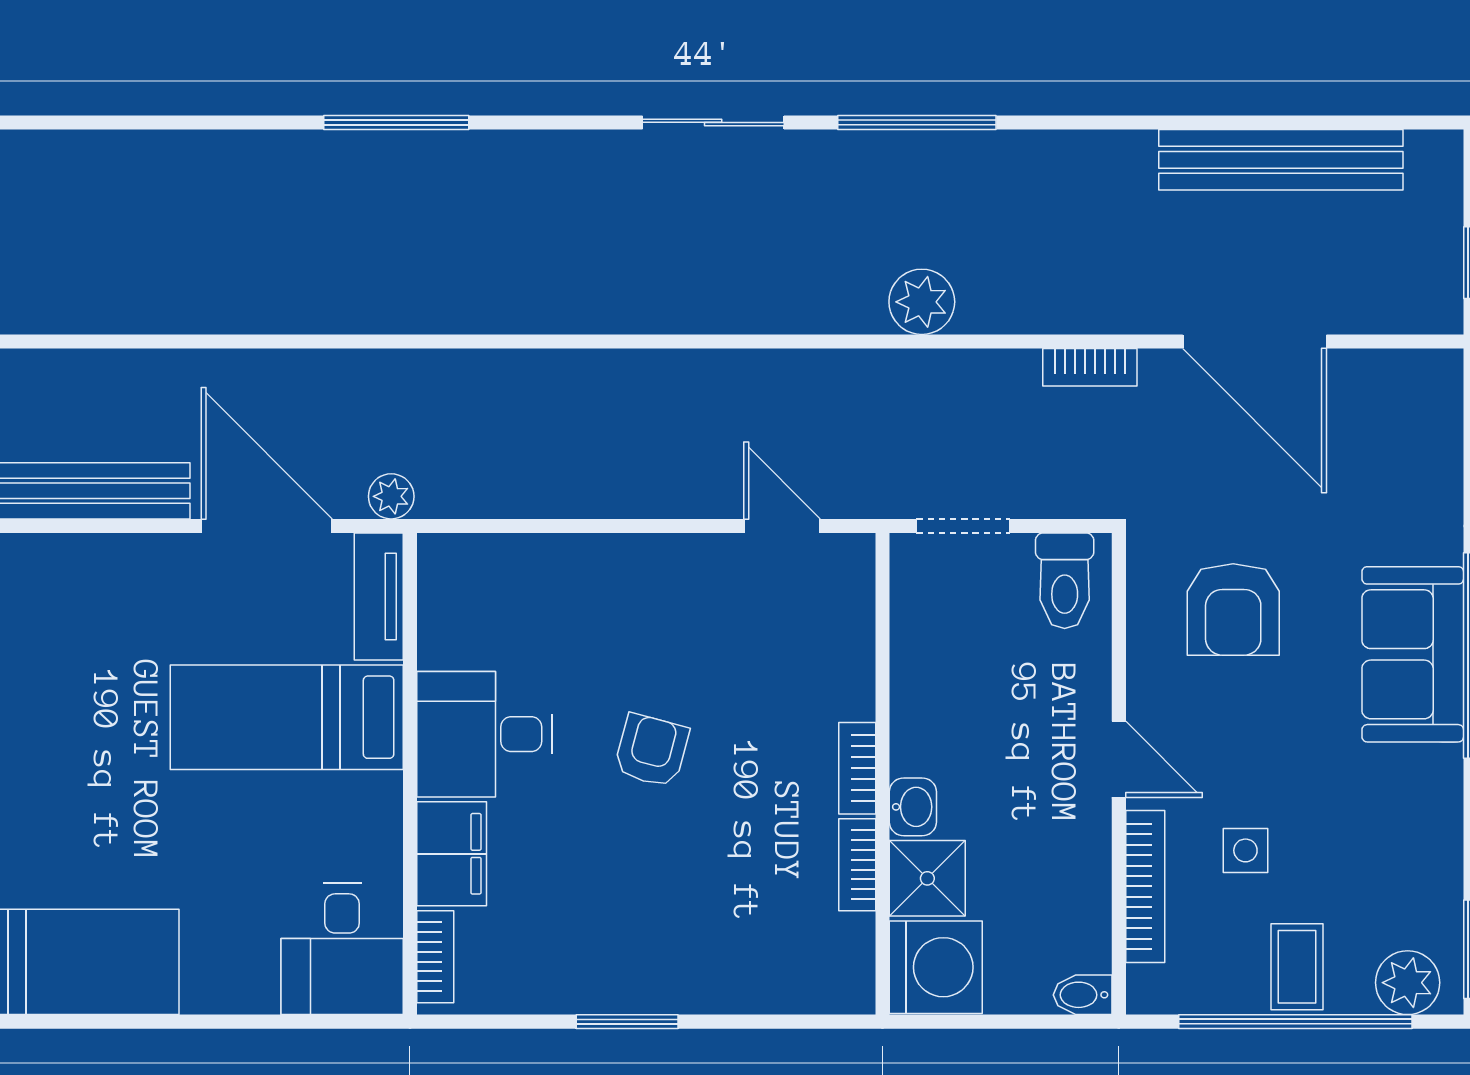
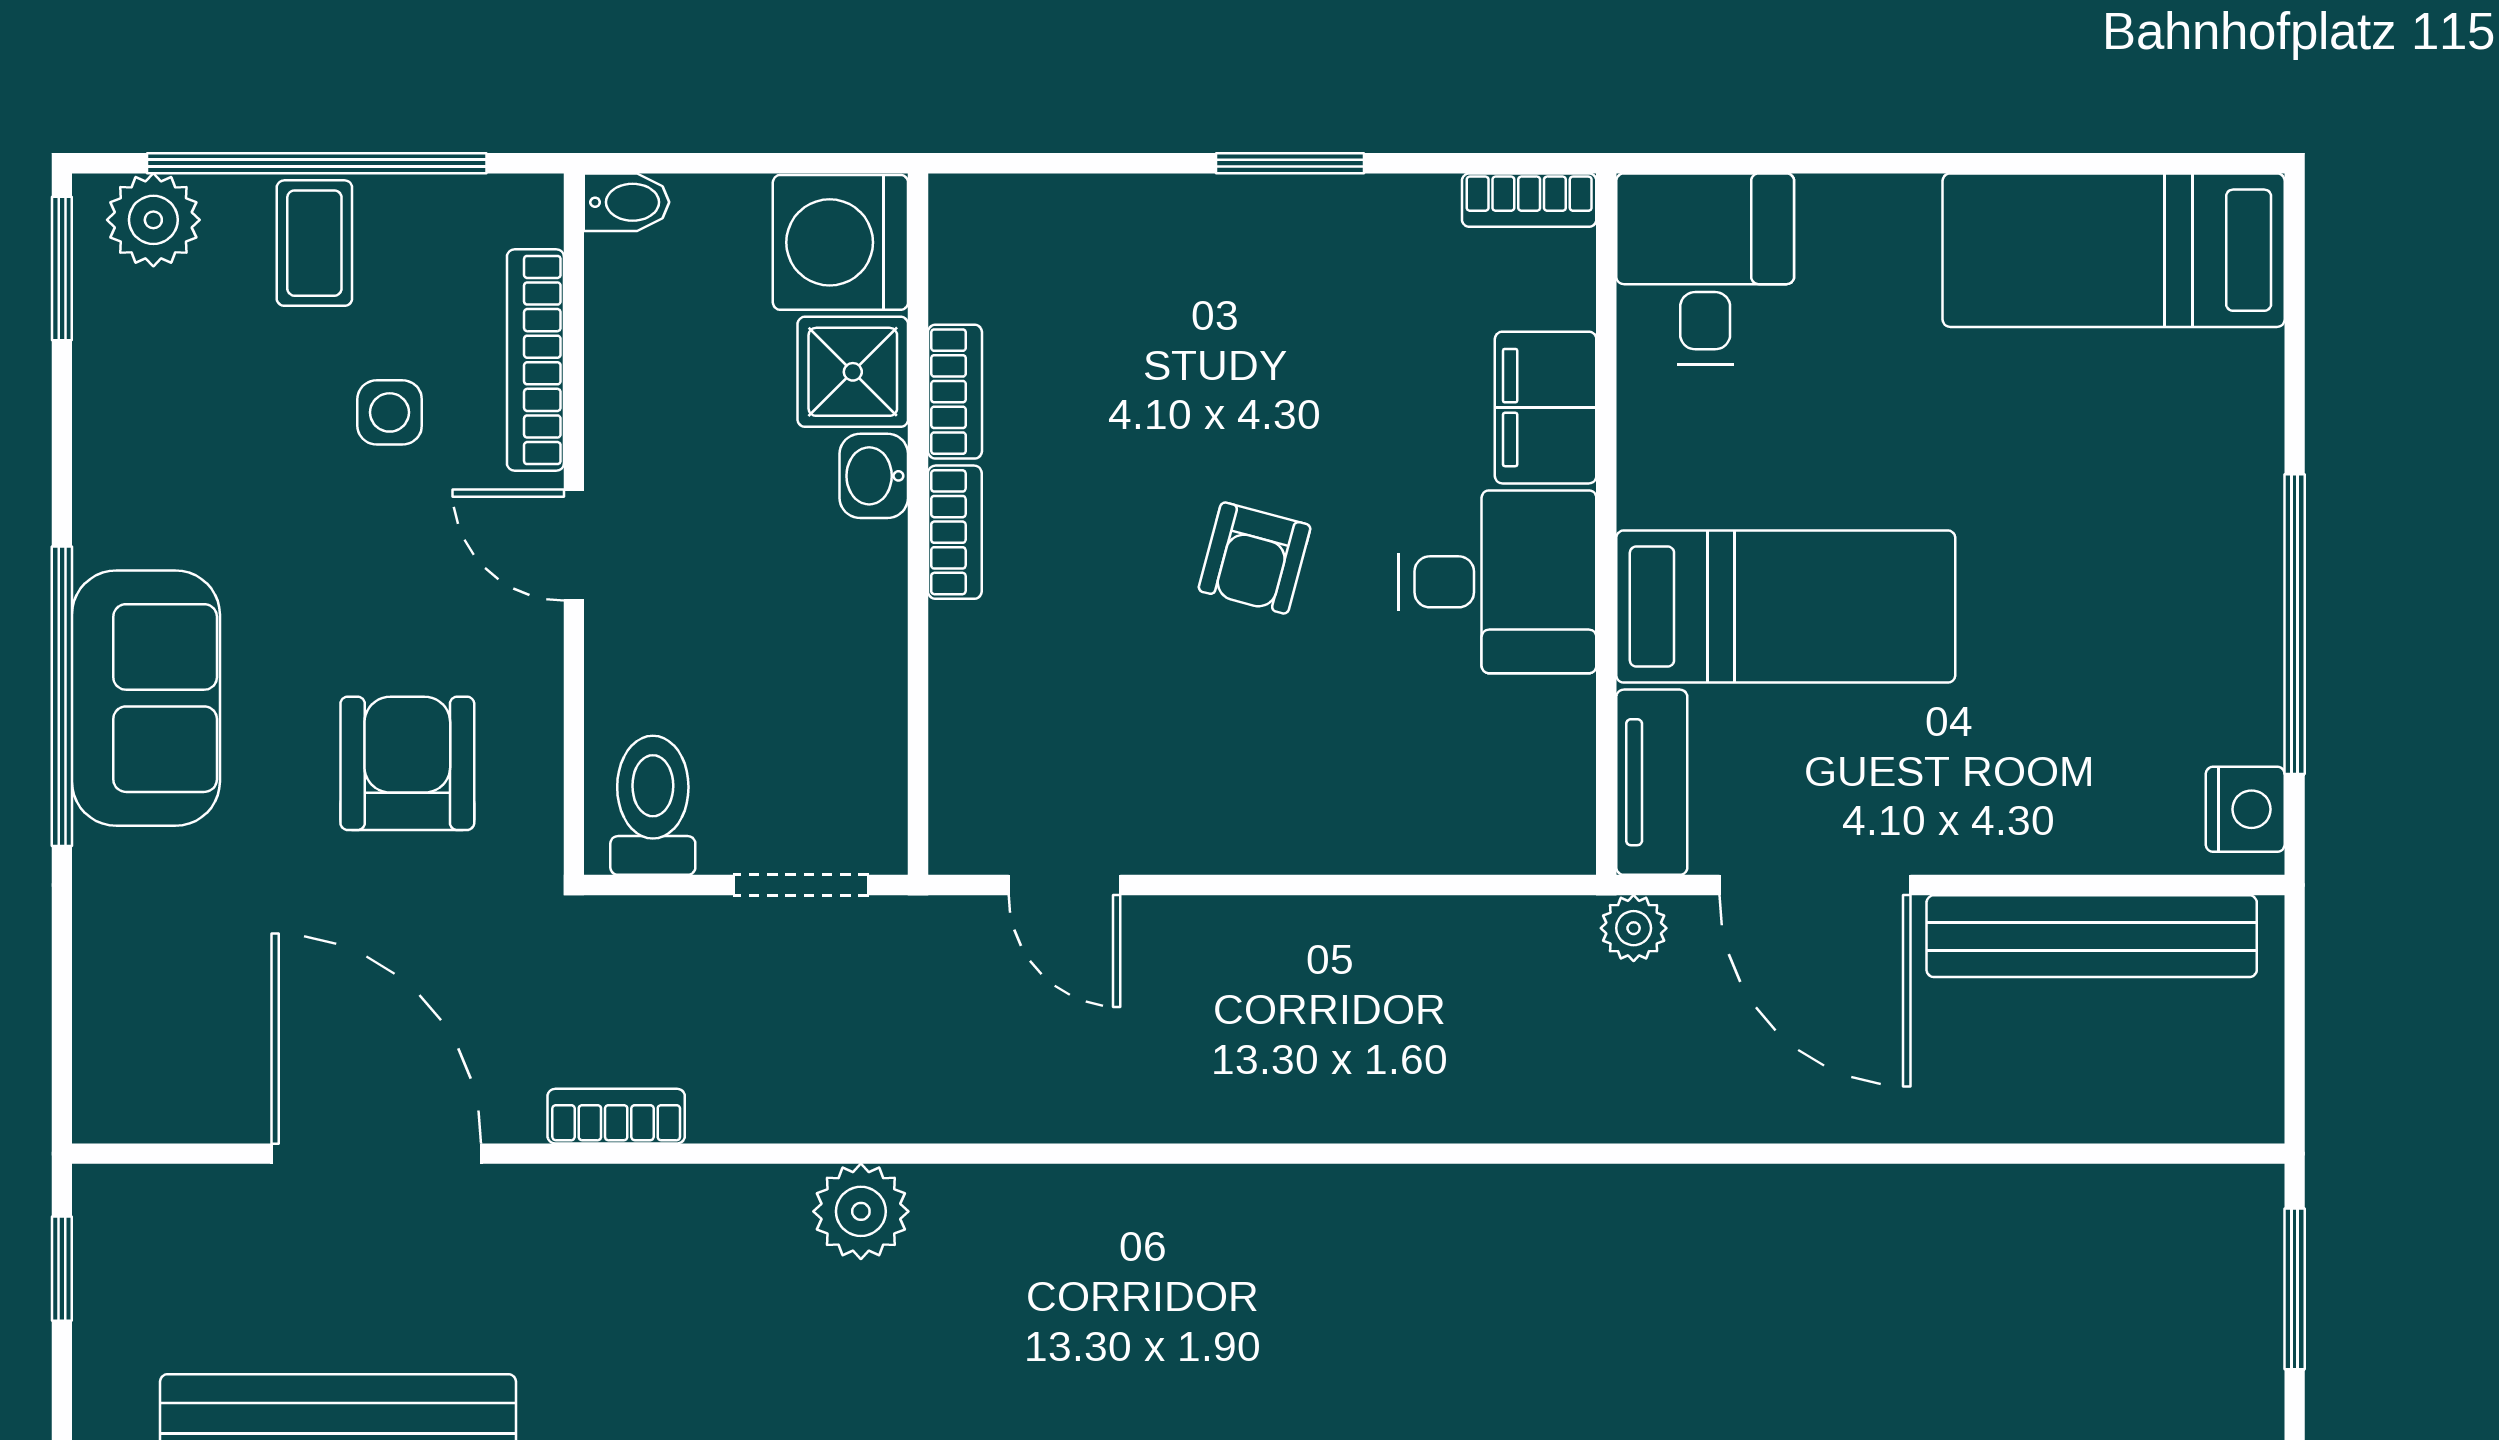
bookcase: (435, 957) -> (1529, 200), moved, turned -90

